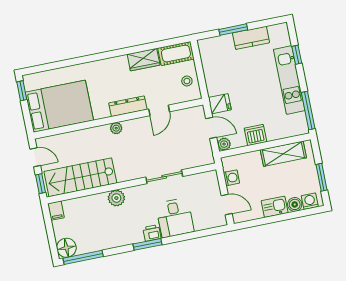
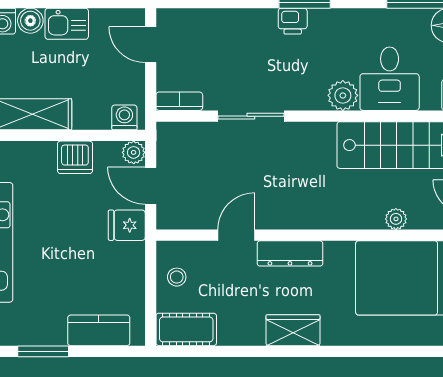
window: (233, 30) -> (43, 351), moved
kitchen counter: (251, 38) -> (99, 330), moved
wardrobe: (144, 60) -> (293, 330), moved
plant: (116, 128) -> (396, 219), moved
bookcase: (205, 177) -> (179, 101), added
washing machine: (231, 178) -> (124, 117), moved, turned 90
desk: (175, 218) -> (390, 79), moved, turned 180

